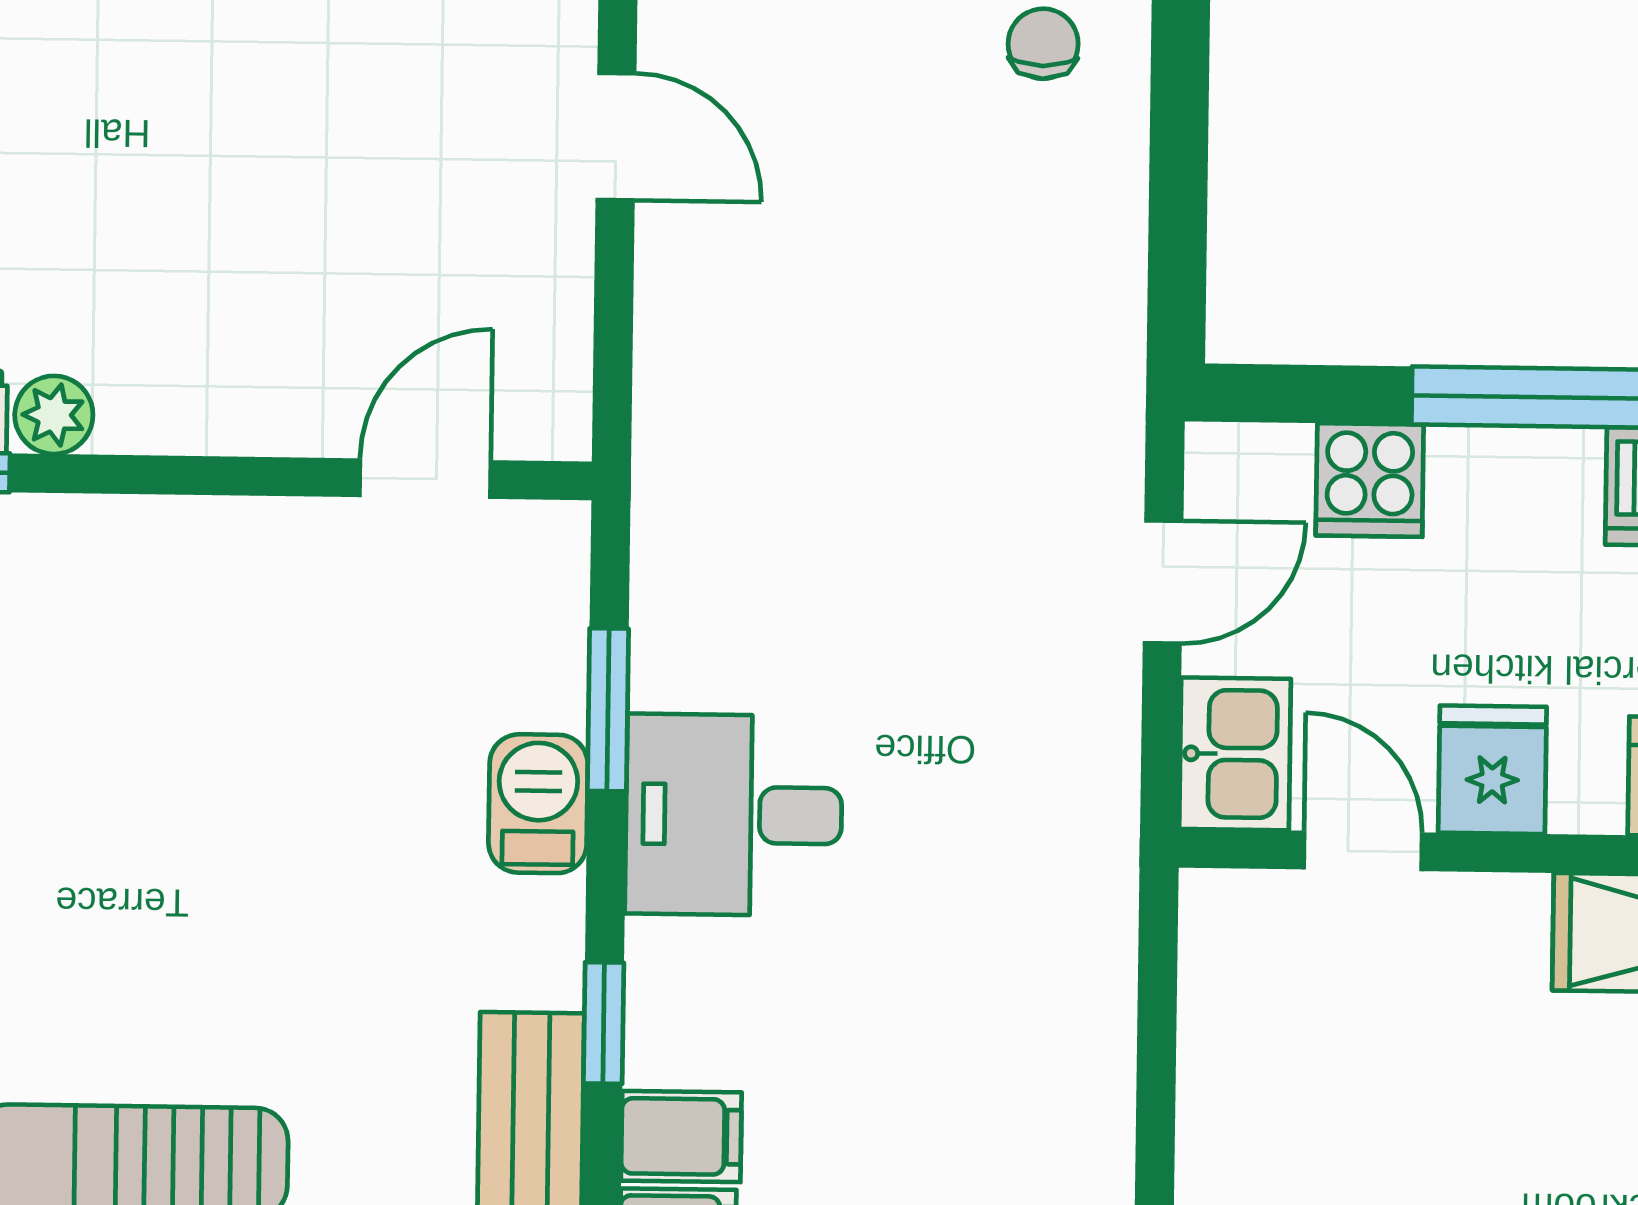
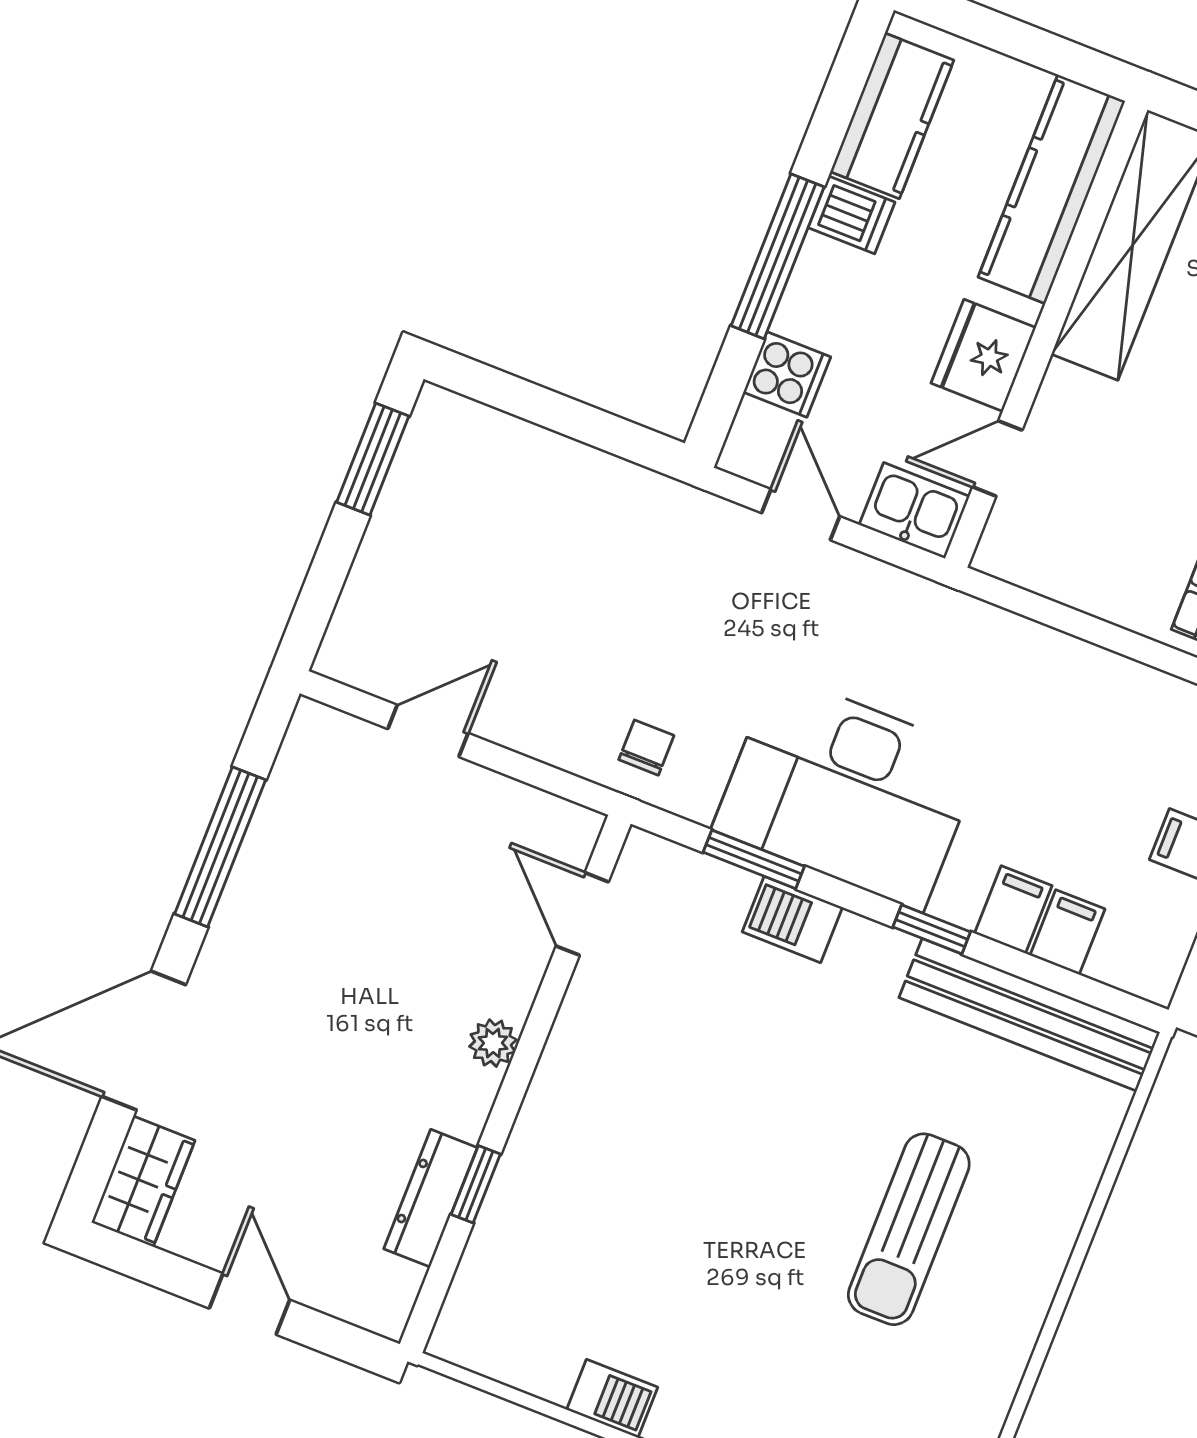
chair: (1043, 44) -> (646, 748), moved, turned 90
plant: (54, 415) -> (493, 1043), moved
fridge: (1492, 770) -> (983, 355), width x1.38
desk: (734, 815) -> (848, 792), width x1.87, depth x1.30

